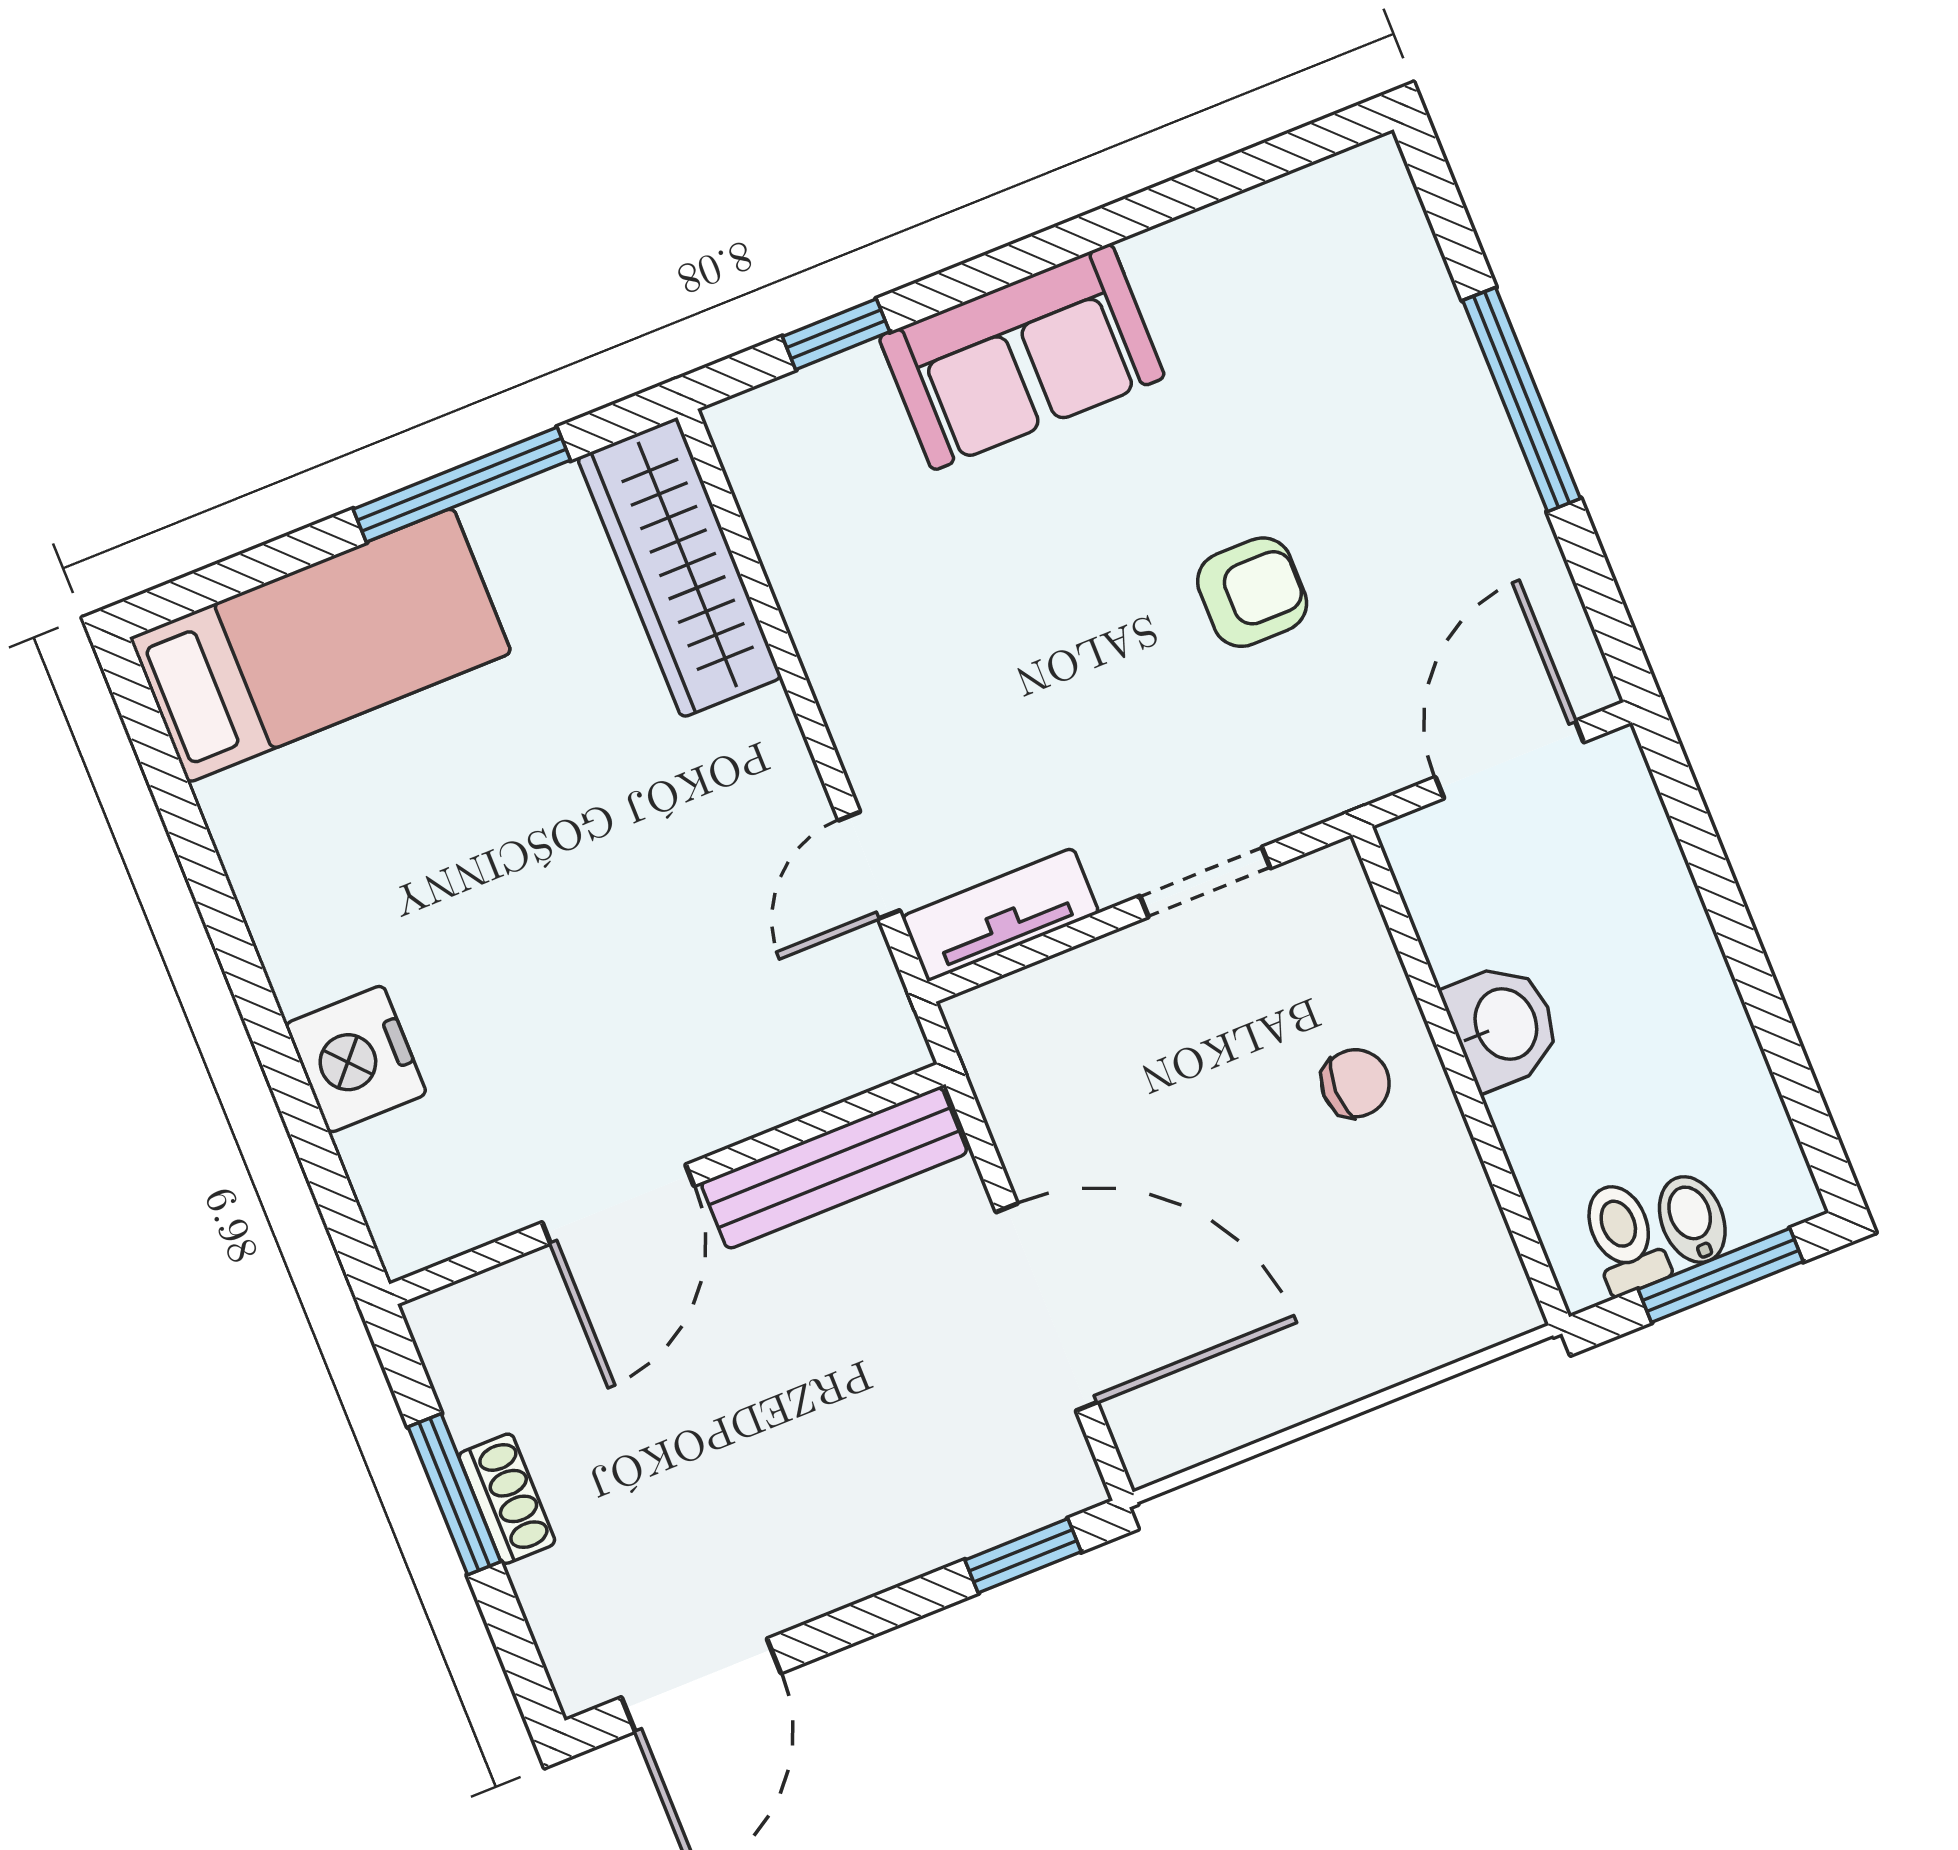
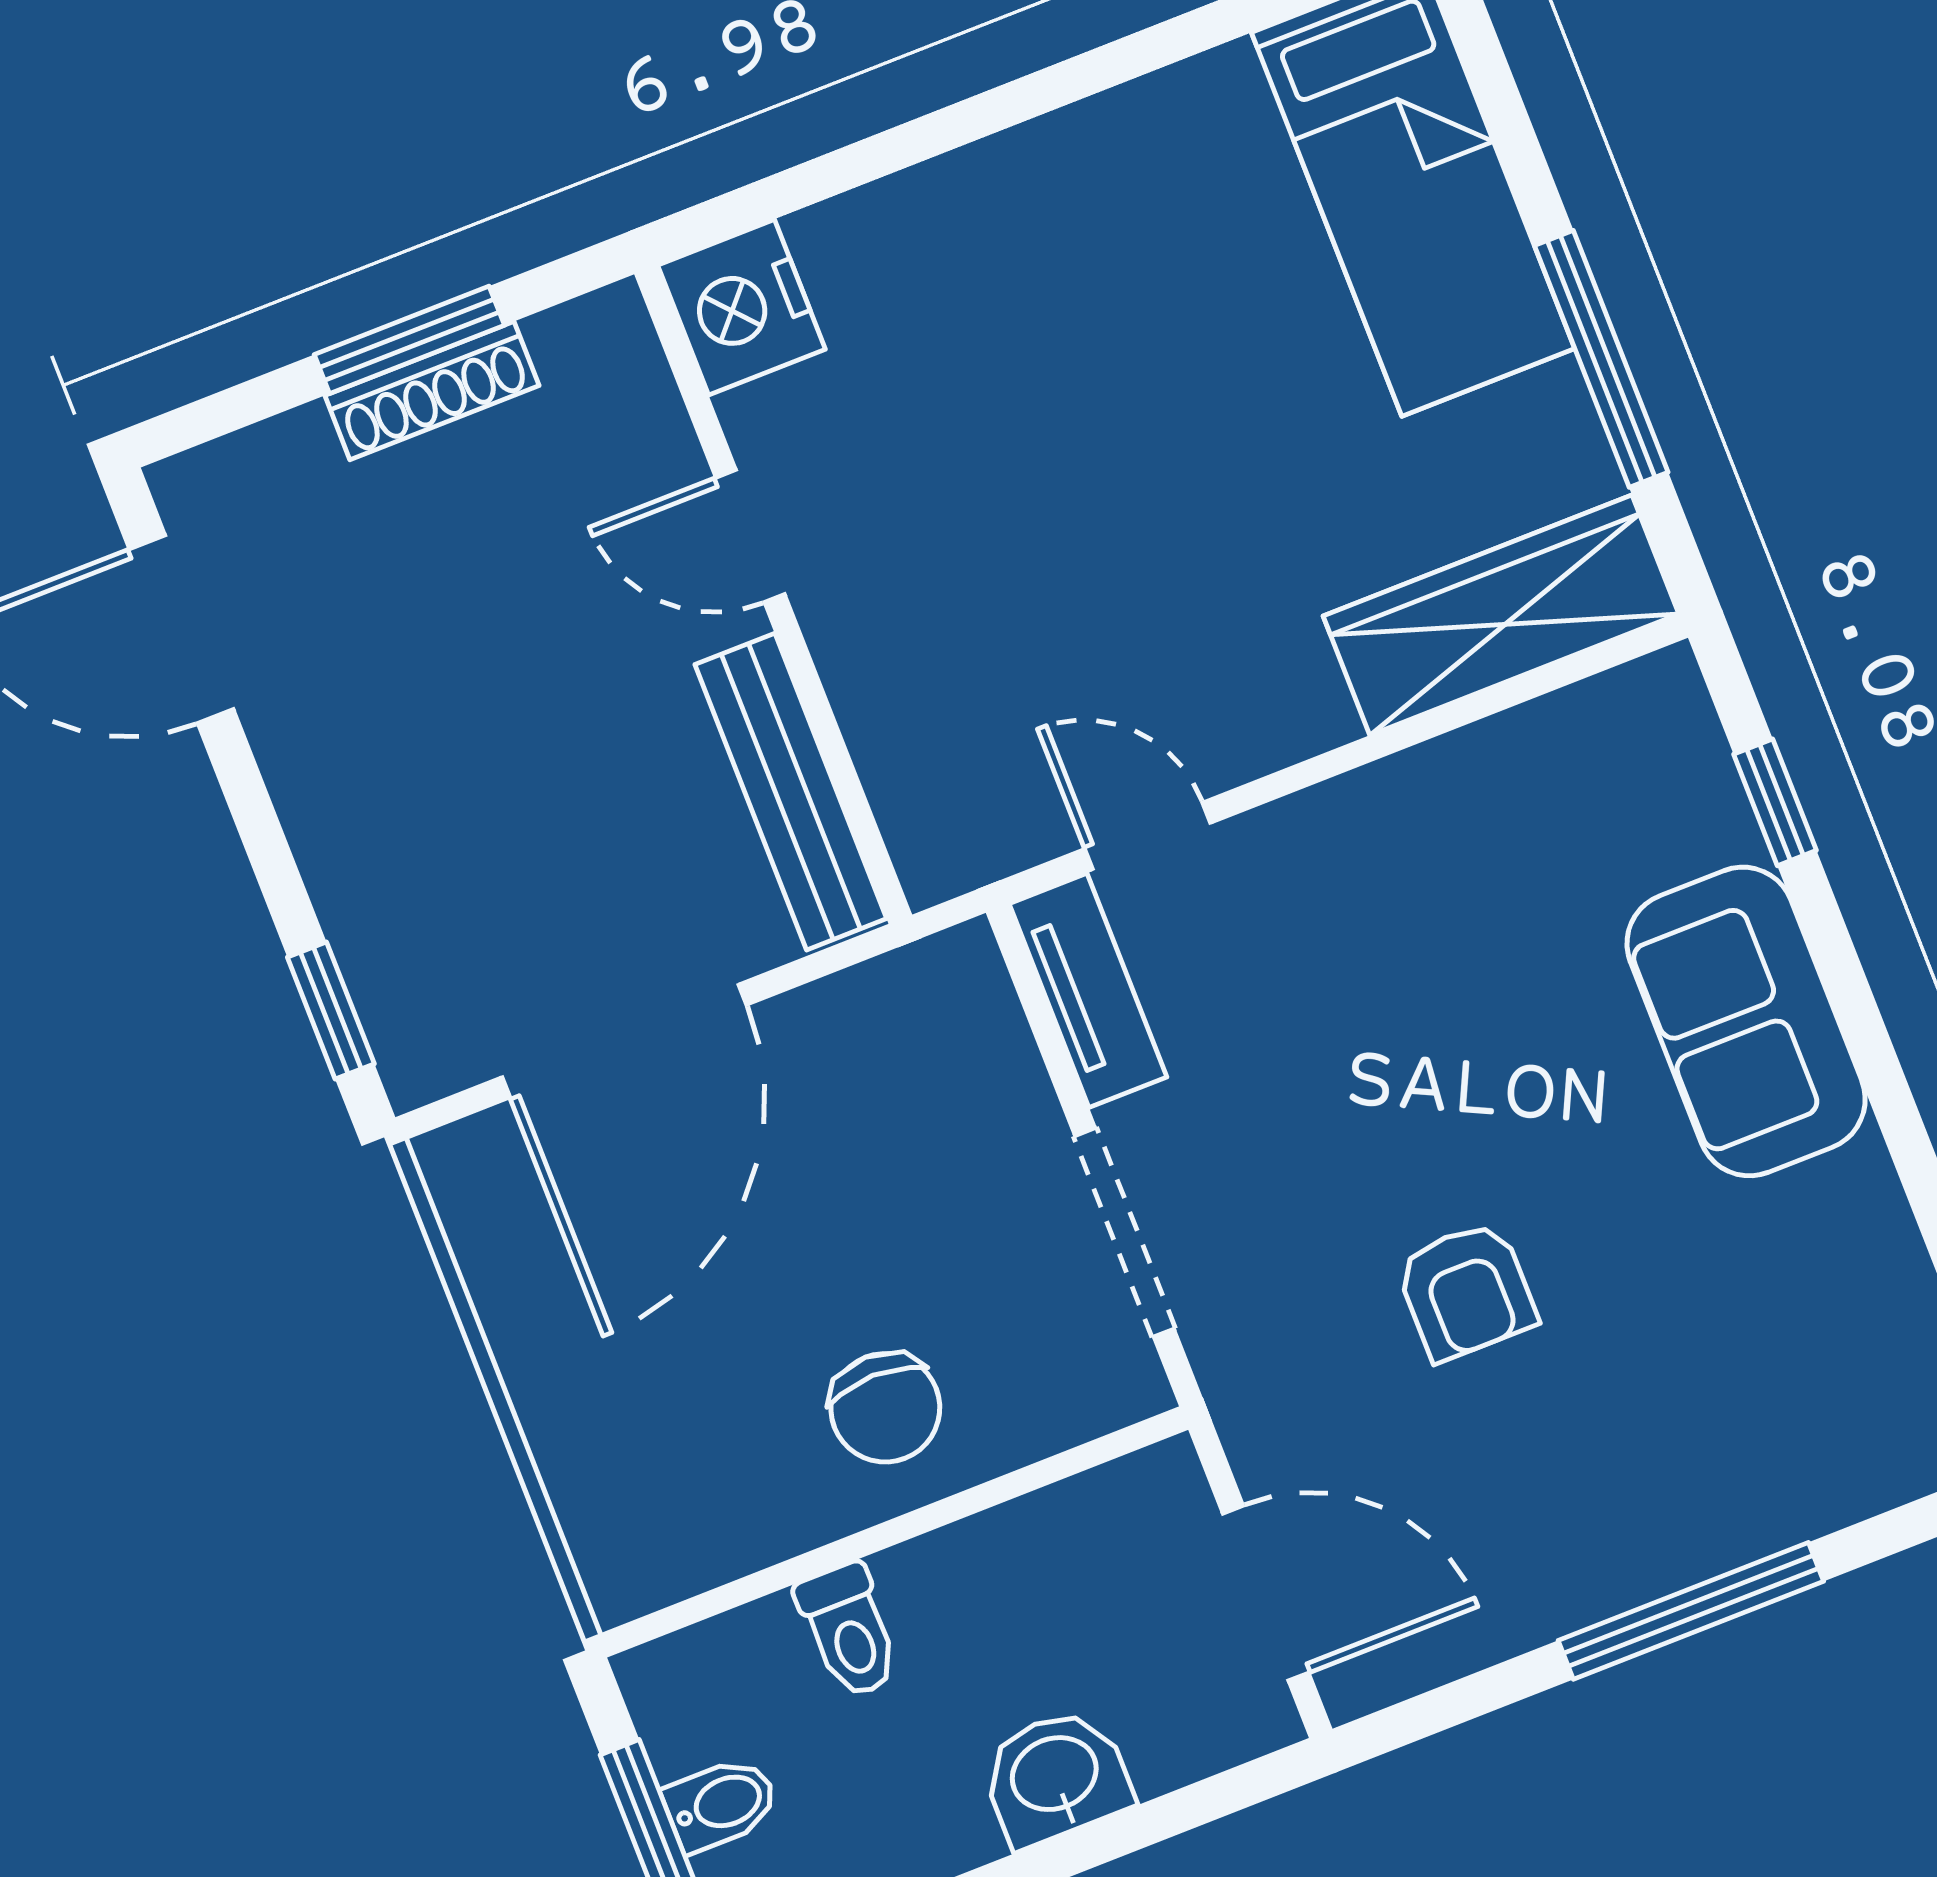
doorway: (1205, 882) -> (1124, 1232), width x1.38
washbasin: (1503, 1025) -> (1055, 1777), moved, turned 180
nightstand: (356, 1059) -> (741, 307), moved, turned -90
chair: (1355, 1083) -> (885, 1408), width x1.37, depth x1.37
door: (618, 1204) -> (750, 536), width x0.73
toilet: (1624, 1238) -> (849, 1631), moved, turned 90
shoe rack: (507, 1499) -> (432, 391), width x1.43

